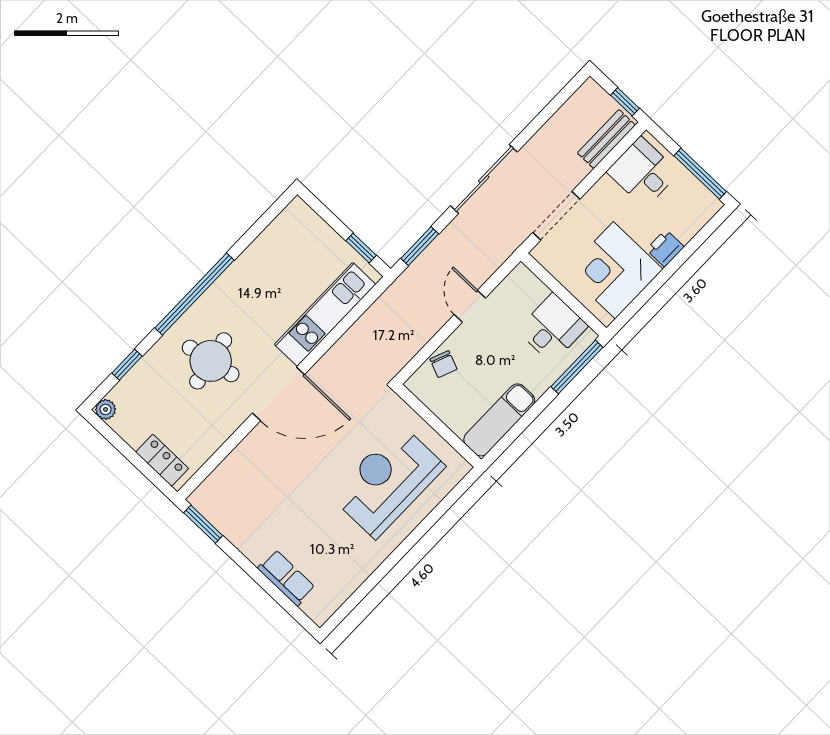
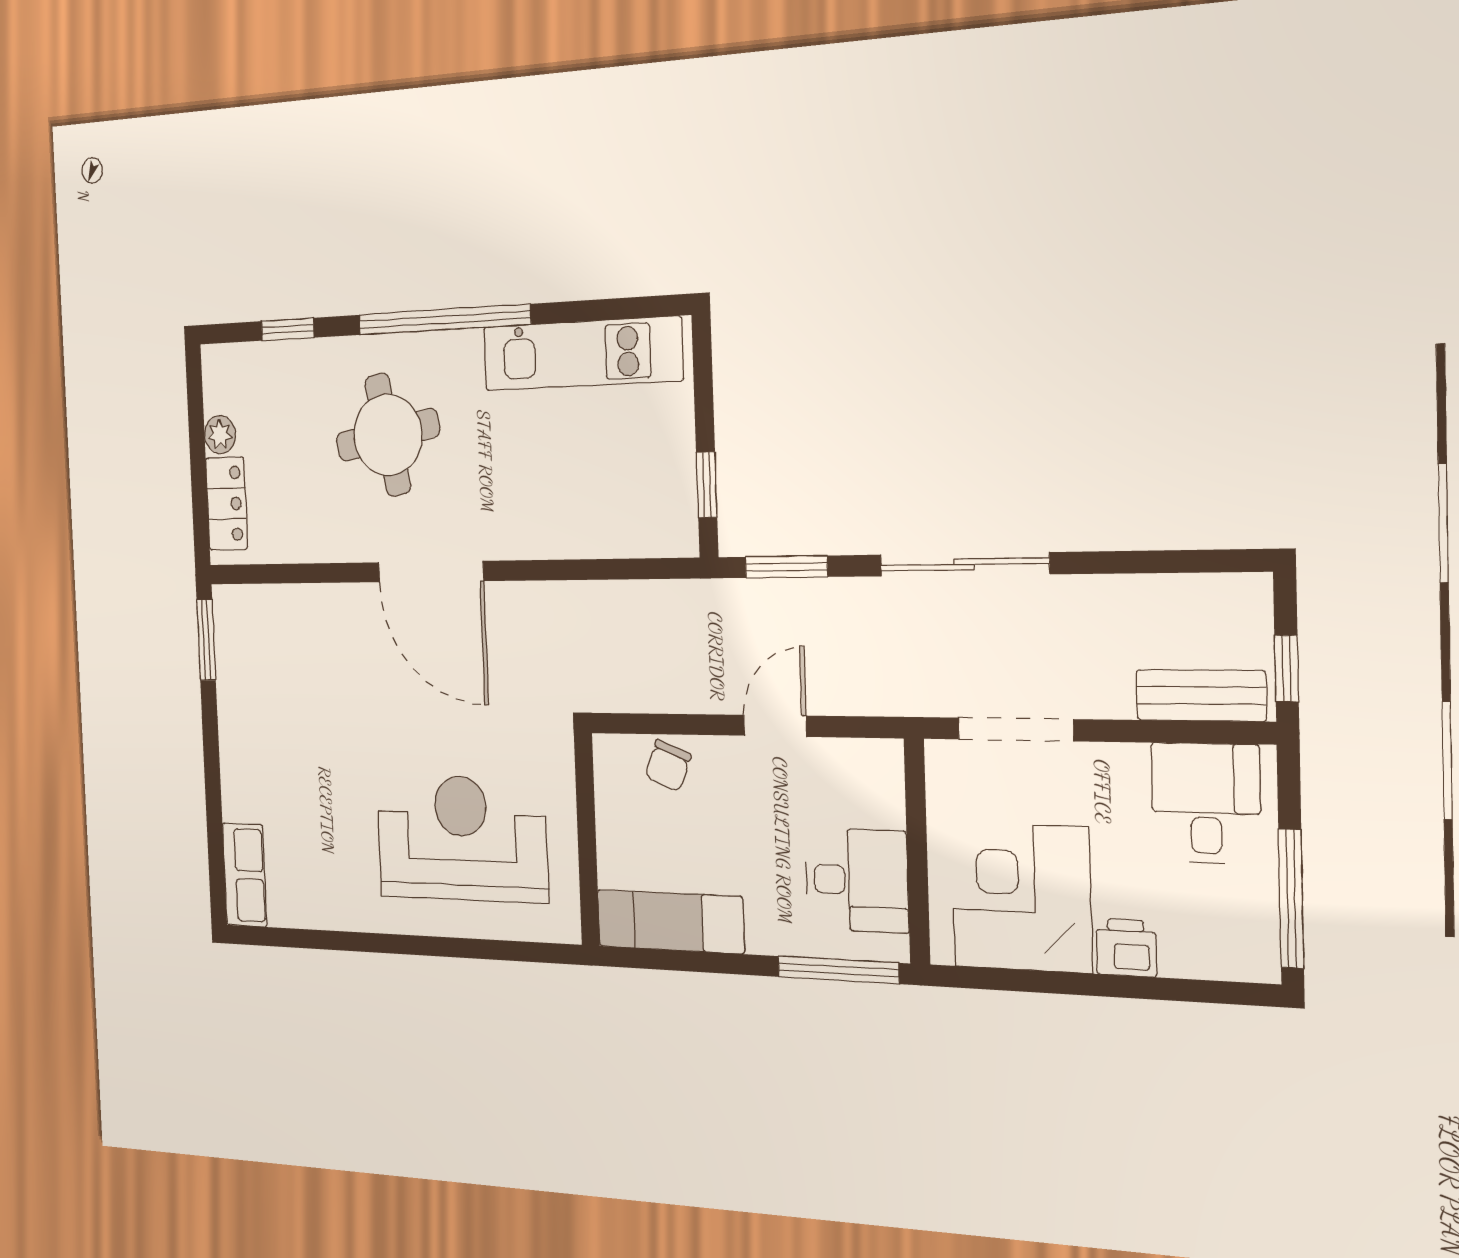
kitchen unit: (325, 314) -> (582, 354), moved, turned 180
plant: (106, 409) -> (220, 435), moved
row of seats: (286, 578) -> (245, 875), moved

